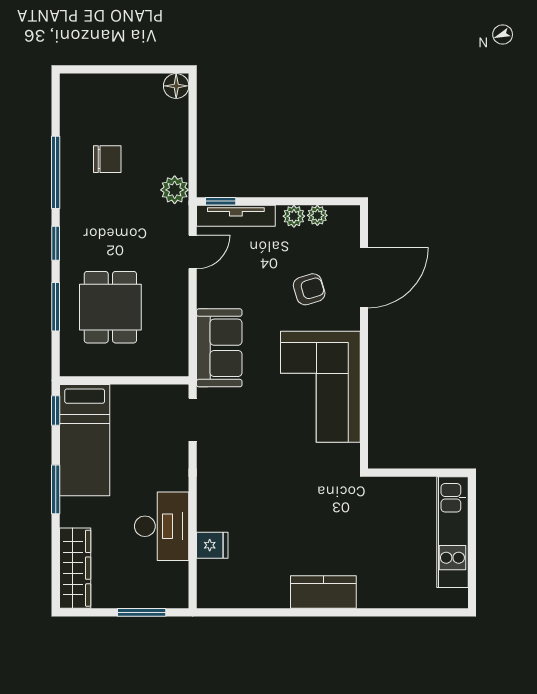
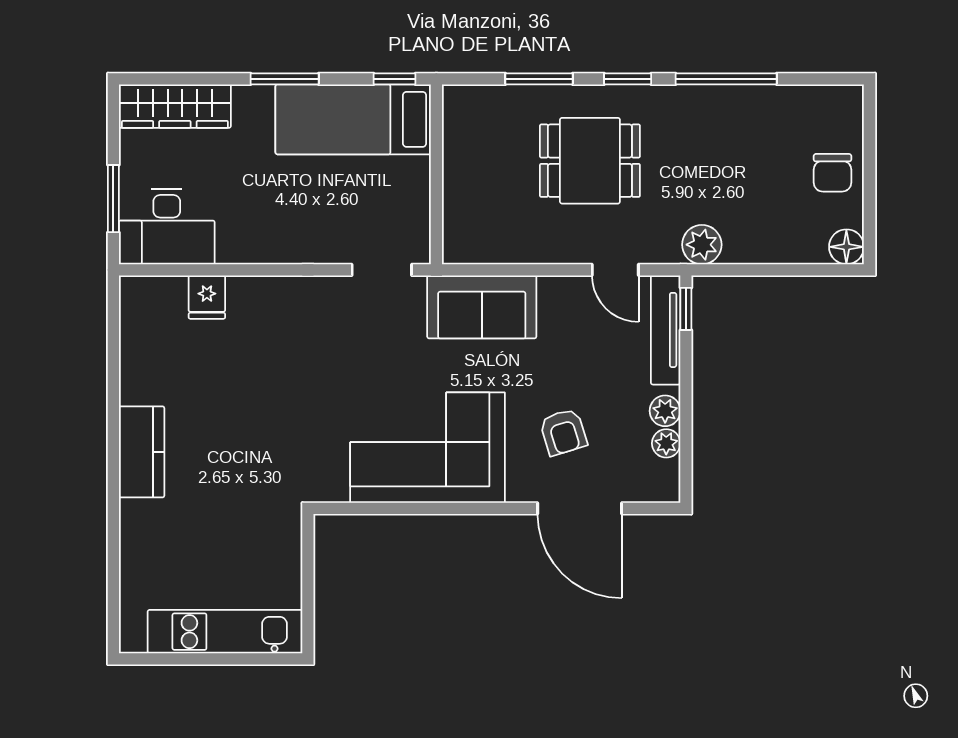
chair: (107, 159) -> (832, 173), moved
dining table: (110, 307) -> (590, 161), moved
desk: (162, 526) -> (167, 227), moved

